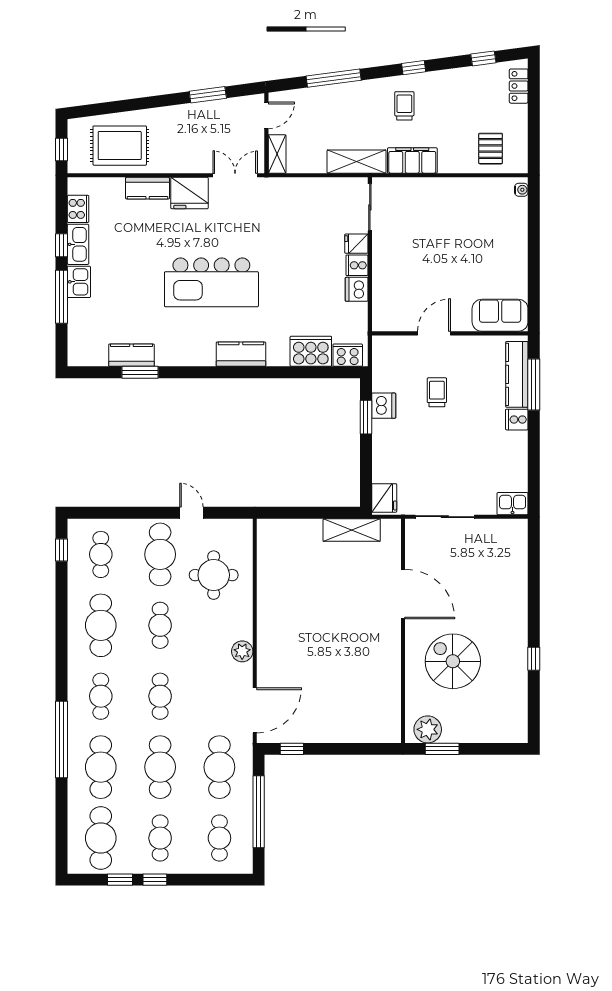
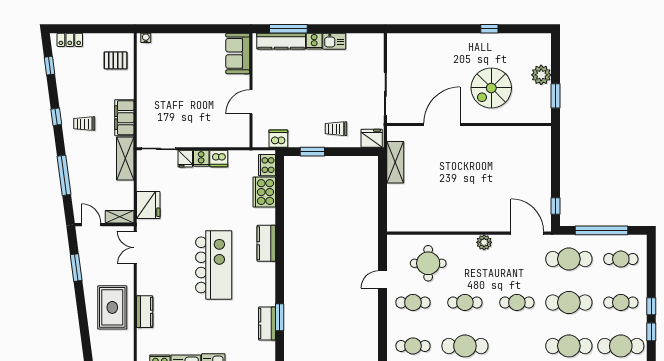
rug: (120, 146) -> (112, 307), moved
fridge: (190, 193) -> (148, 205), moved
door: (434, 333) -> (251, 102), hinge flipped
trolley: (437, 392) -> (336, 129), moved
dishwasher: (384, 406) -> (278, 139), moved
kitchen sink: (513, 504) -> (334, 41), moved, turned -90
cafe table: (160, 554) -> (413, 302), width x0.73, depth x0.74
cafe table: (101, 696) -> (517, 346), removed
plant: (428, 729) -> (541, 75), moved

